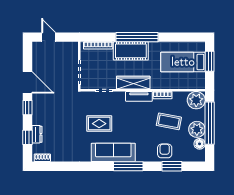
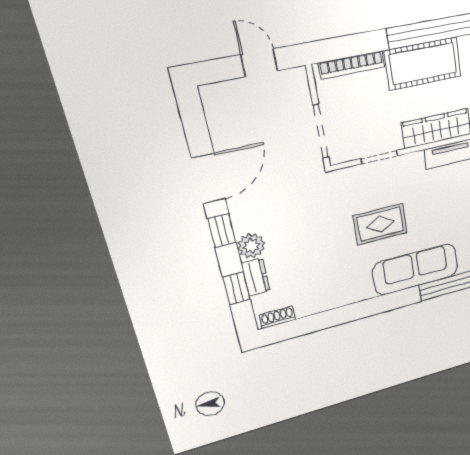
door: (49, 37) -> (259, 63), moved
door: (27, 82) -> (209, 179), hinge flipped
plant: (38, 118) -> (251, 246), added

